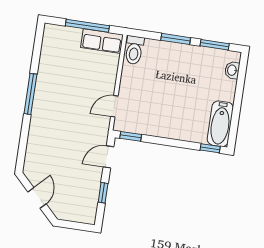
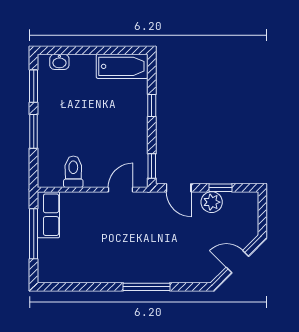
toilet: (134, 50) -> (73, 172), moved, turned -90
window: (30, 94) -> (147, 287), moved
door: (114, 106) -> (120, 190), swing flipped
window: (210, 148) -> (152, 105), moved
plant: (92, 183) -> (212, 202), added

